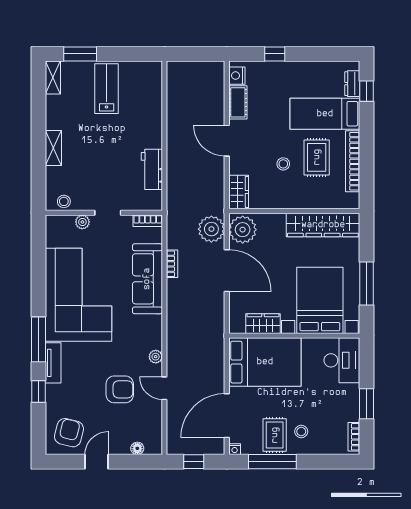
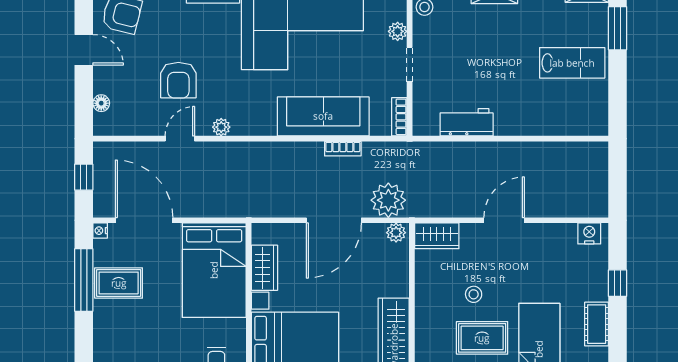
cot: (238, 102) -> (597, 324), moved, turned 90
plant: (243, 230) -> (396, 233), width x0.53, depth x0.53
stool: (301, 431) -> (123, 318), removed

